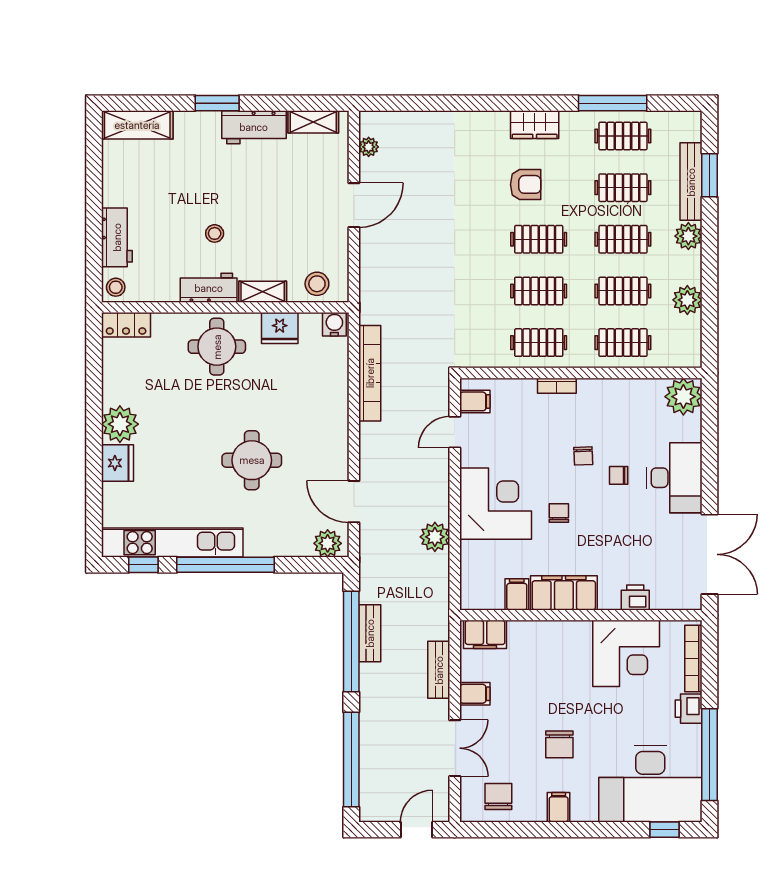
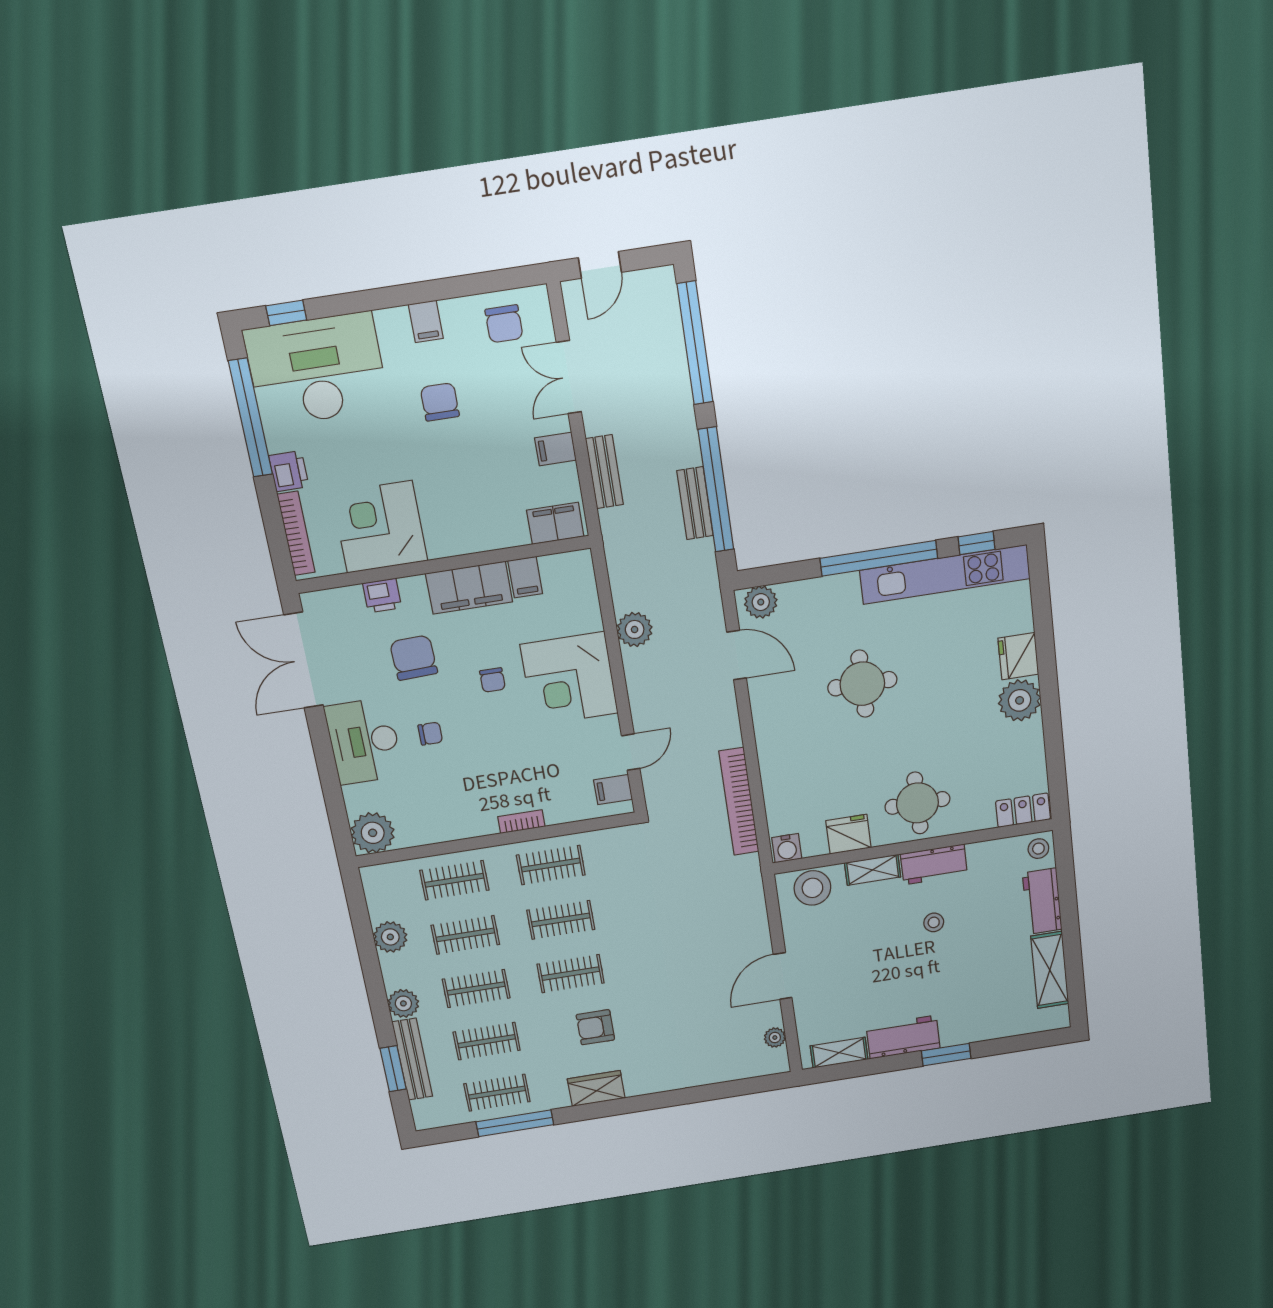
shelving: (137, 125) -> (1050, 970), moved, turned 90
stool: (317, 284) -> (812, 888), width x1.38, depth x1.38
chair: (583, 456) -> (414, 658), moved, width x1.87, depth x1.87

